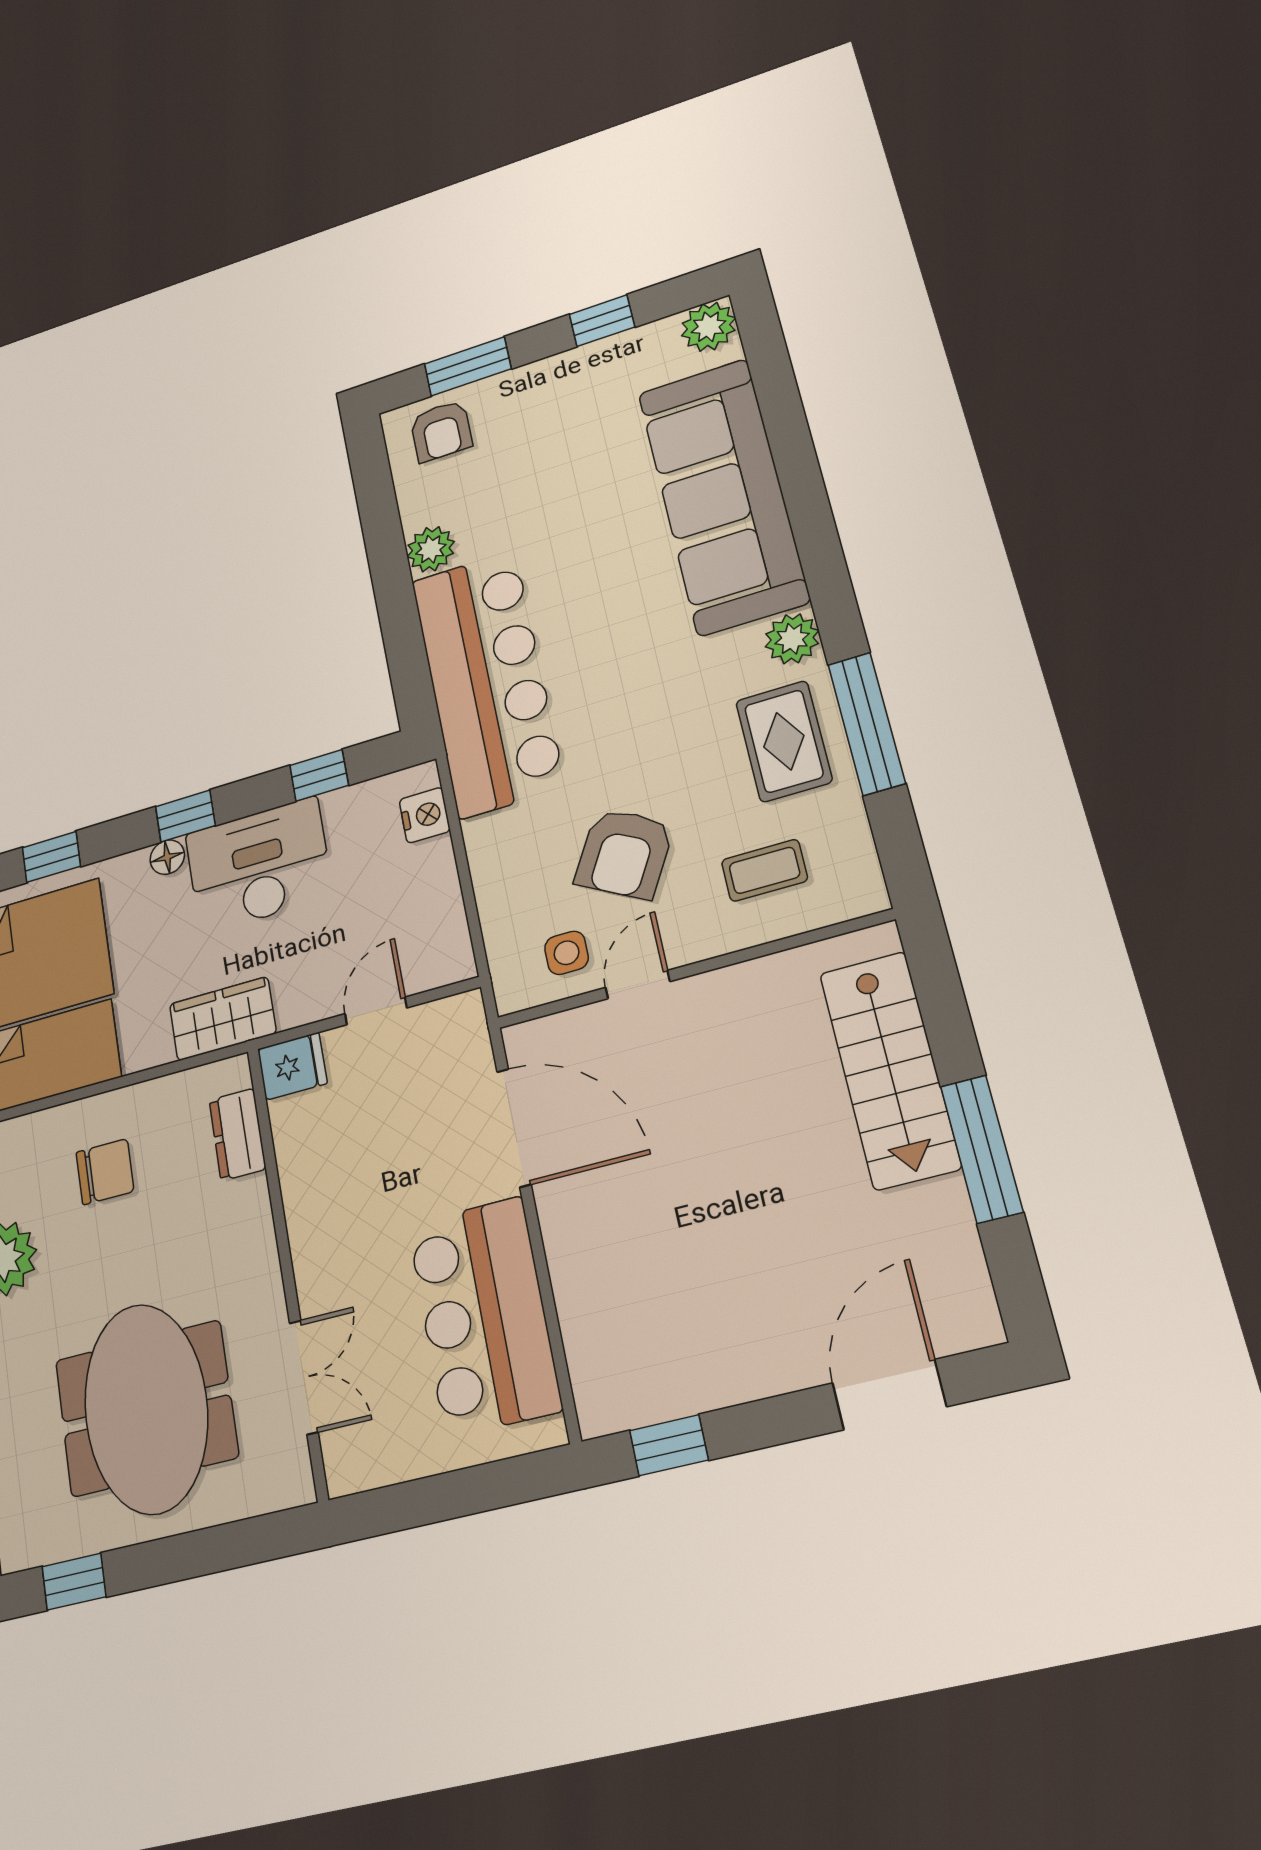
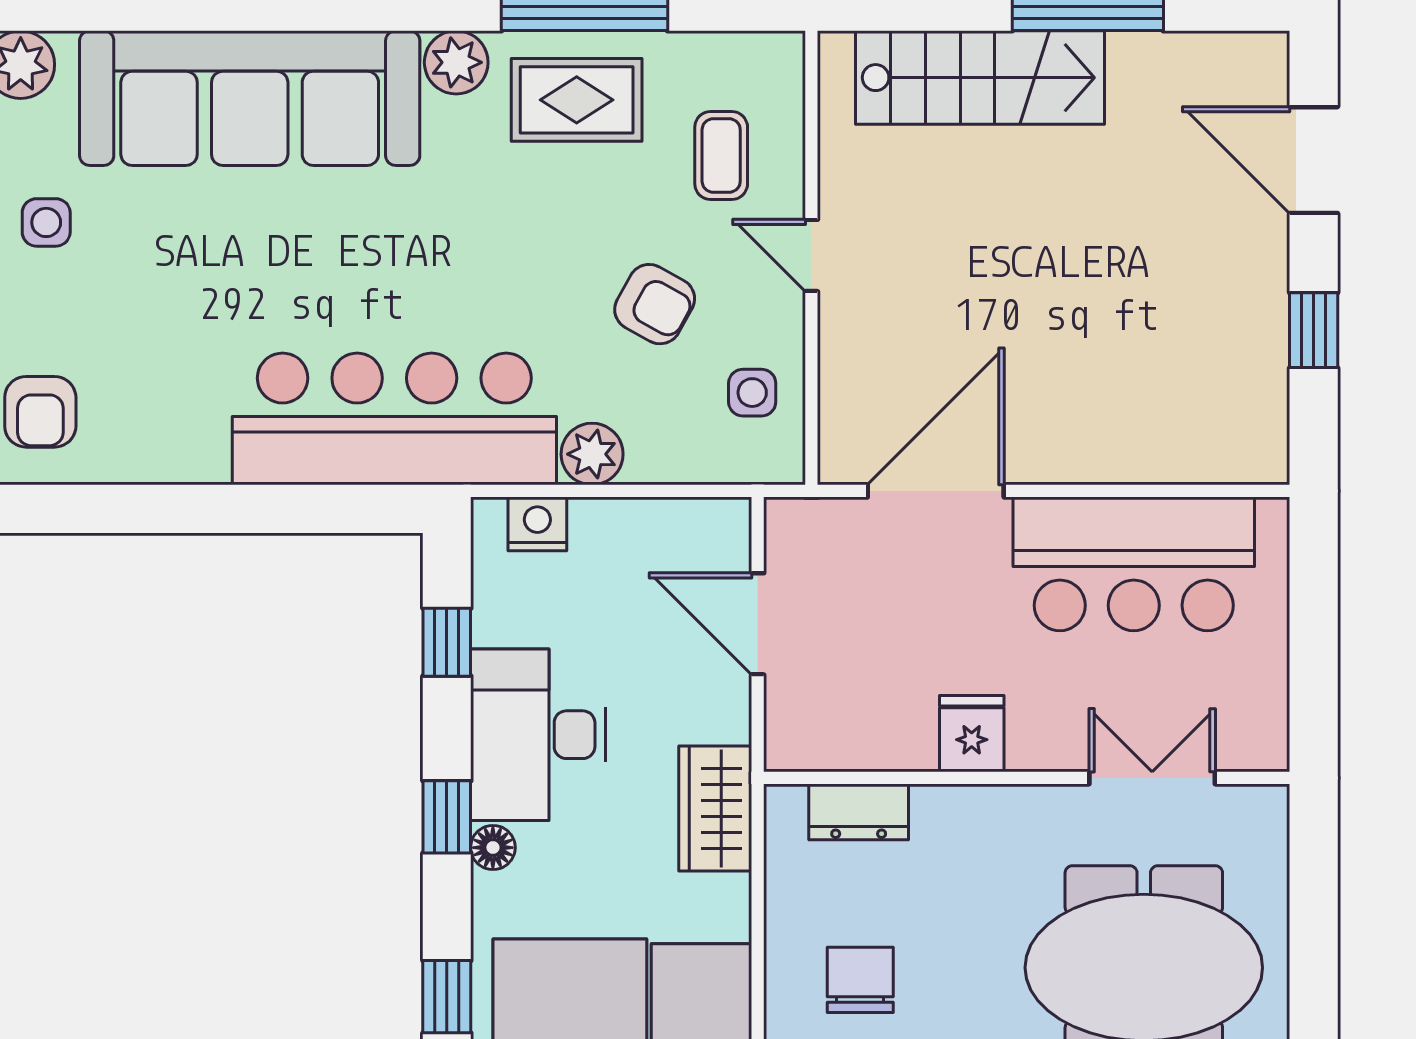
side table: (588, 386) -> (46, 222), added
armchair: (441, 431) -> (40, 412), turned 90
plant: (431, 549) -> (592, 454), moved
armchair: (624, 853) -> (655, 304), width x0.72, depth x0.72
door: (638, 984) -> (811, 255), moved
door: (376, 1011) -> (758, 624), width x1.37
fridge: (292, 1066) -> (972, 734), moved
window: (669, 1445) -> (1314, 330), moved

